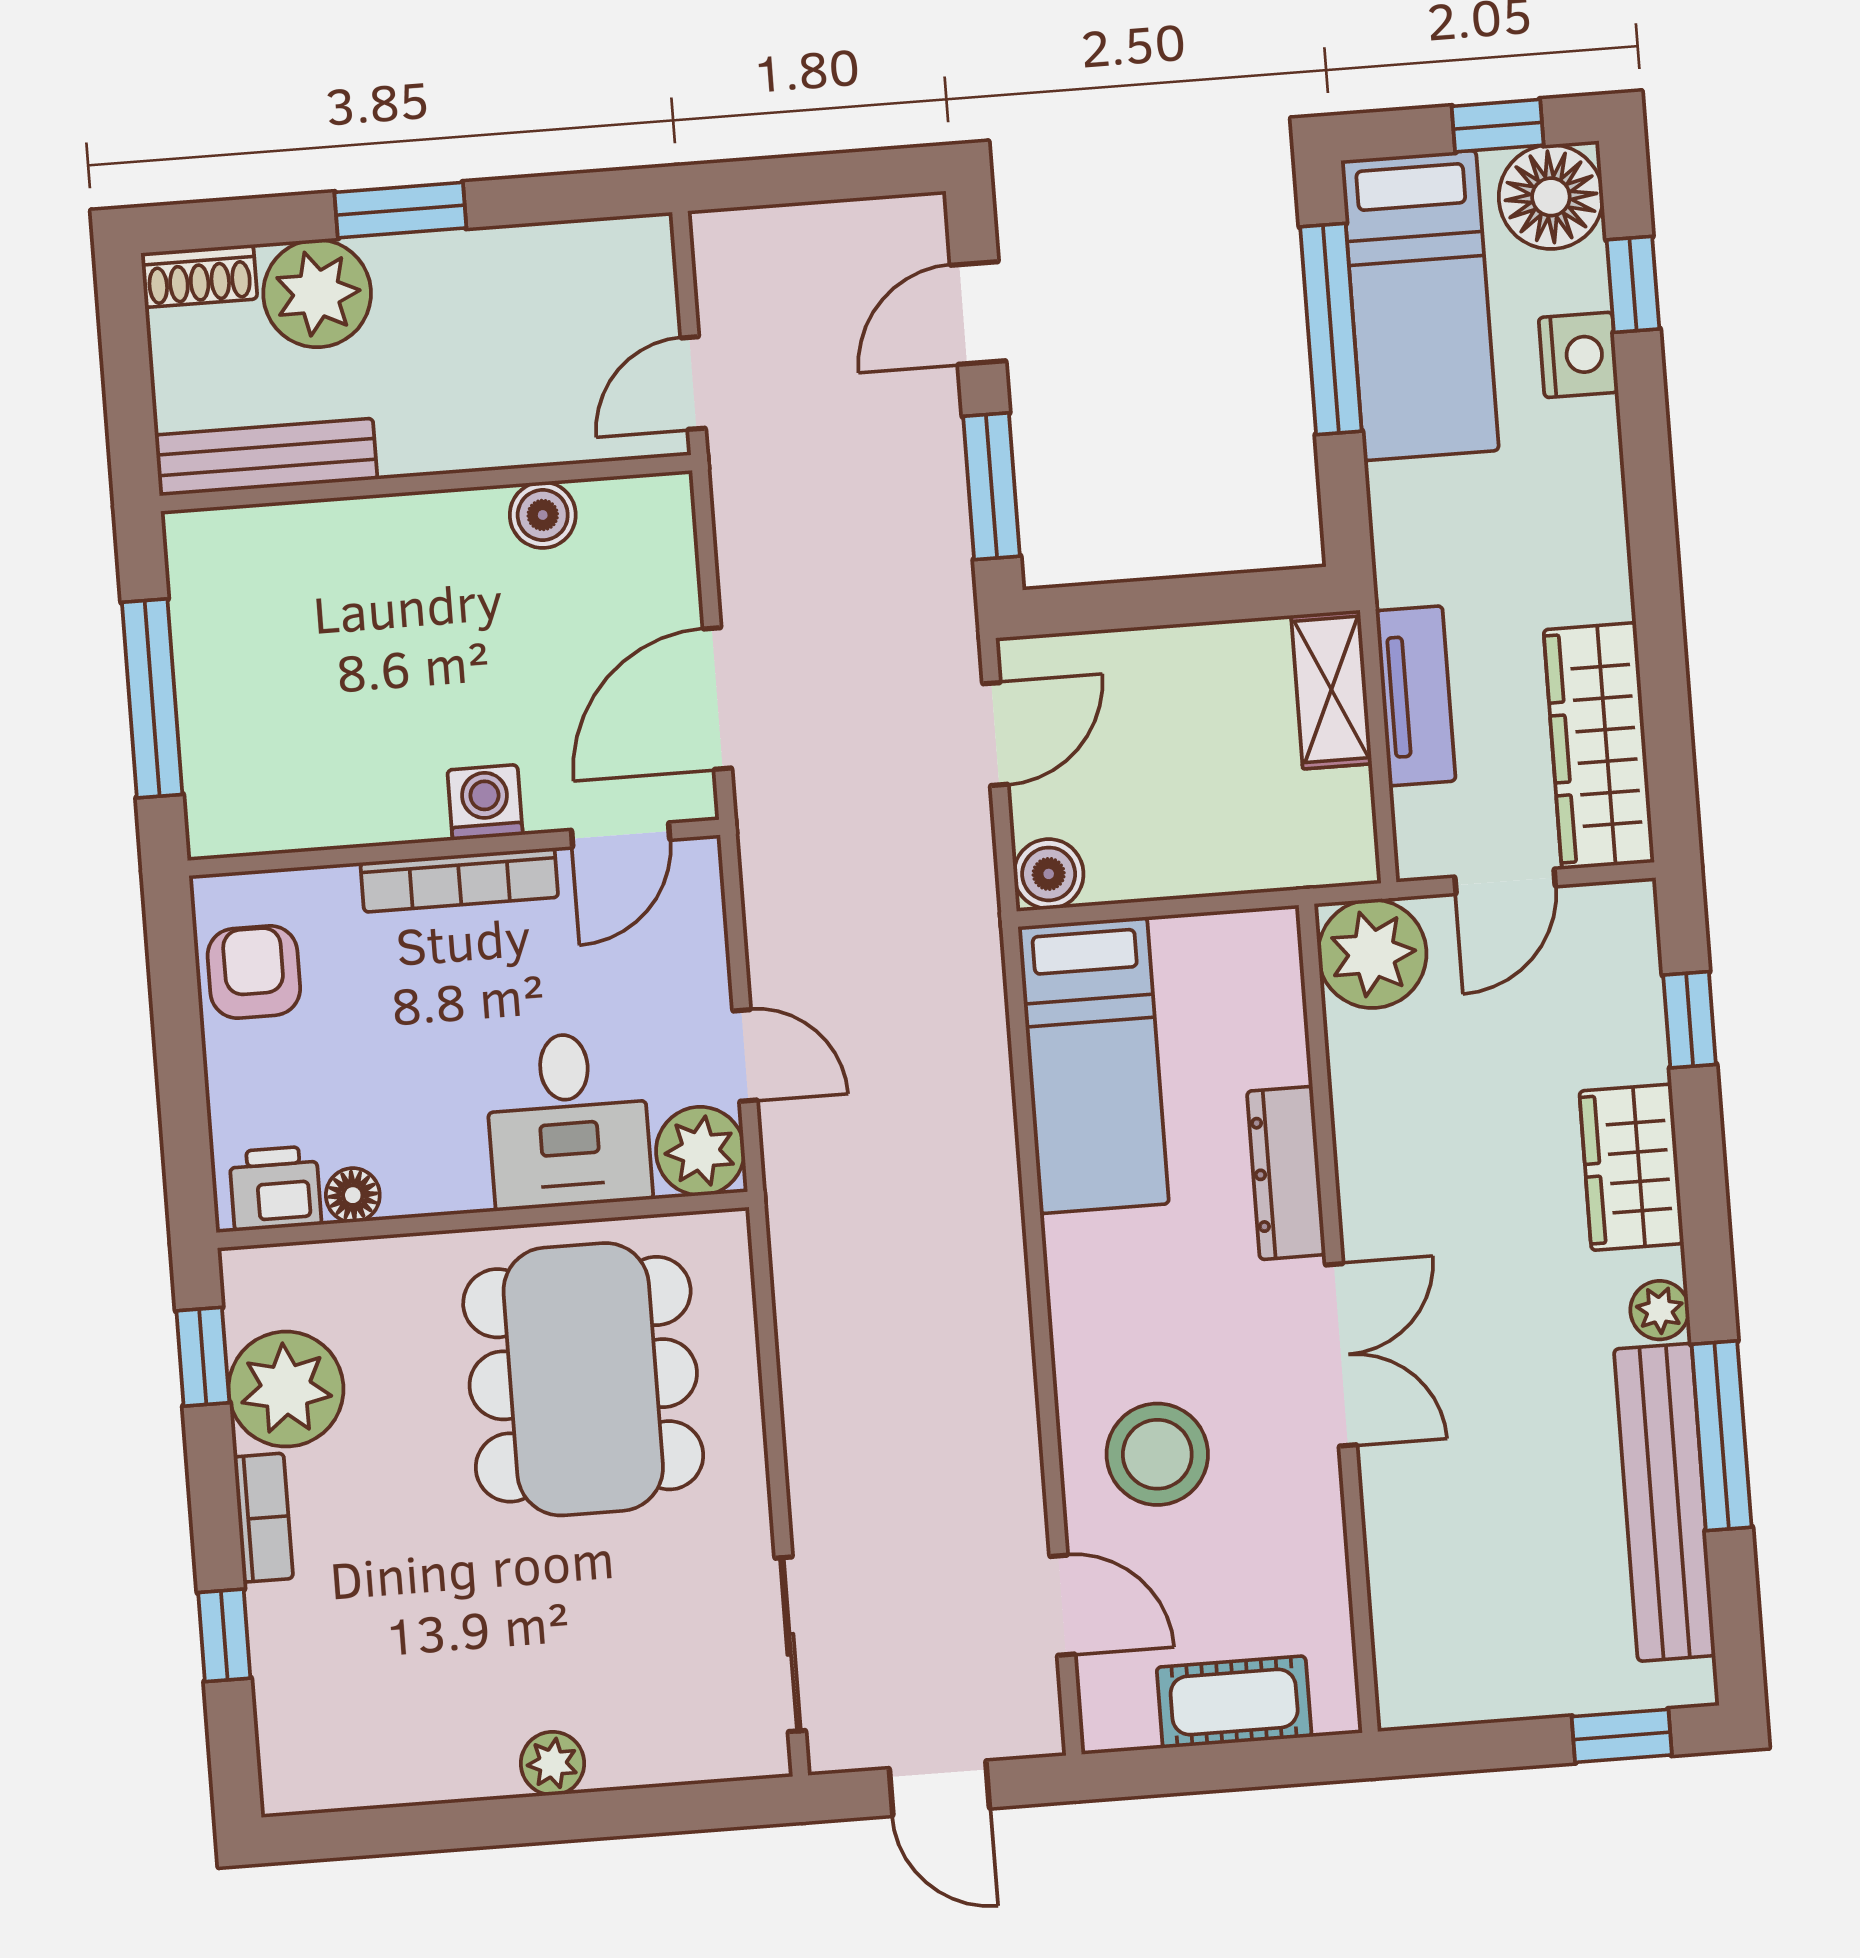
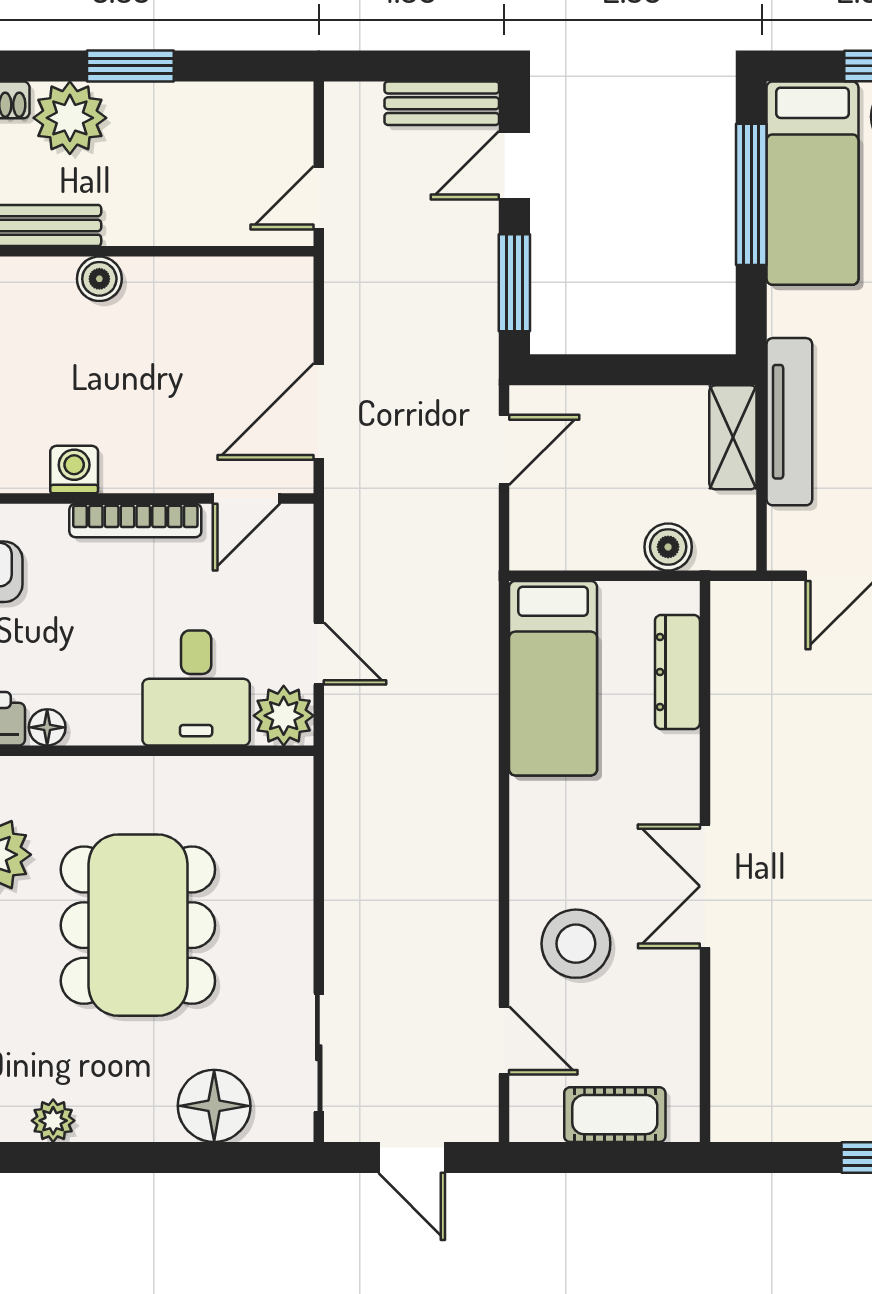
bench: (864, 230) -> (442, 103), added
boiler: (543, 515) -> (99, 279), moved
tv unit: (1416, 696) -> (789, 422), width x1.41
washing machine: (485, 802) -> (74, 470), moved
boiler: (1049, 874) -> (668, 547), moved
plant: (1372, 954) -> (747, 618), removed
dresser: (1286, 1173) -> (677, 672), moved
double door: (1341, 1355) -> (705, 886), swing flipped
dining table: (583, 1379) -> (138, 925), moved
floor lamp: (642, 1734) -> (214, 1106), added
plant: (553, 1763) -> (53, 1121), moved

